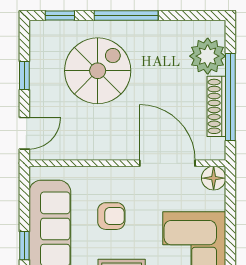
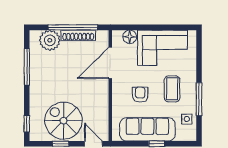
window: (126, 15) -> (27, 67), moved
spiral stairs: (98, 71) -> (63, 121), moved
floor lamp: (214, 178) -> (130, 37), moved

